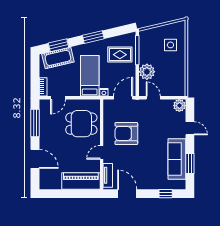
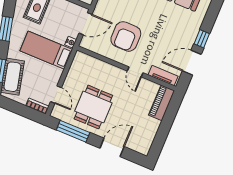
door: (123, 98) -> (85, 24), swing flipped
dining table: (81, 124) -> (93, 107), moved
piano: (81, 181) -> (162, 103), width x0.73, depth x0.75
window: (166, 194) -> (202, 39), moved

